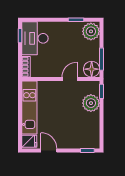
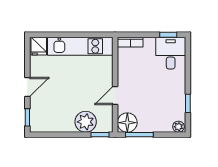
plant: (91, 31) -> (178, 127), width x0.53, depth x0.53
desk: (35, 38) -> (171, 53), width x0.73
door: (70, 79) -> (115, 96), swing flipped
door: (49, 150) -> (27, 87), moved

